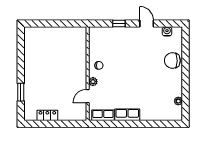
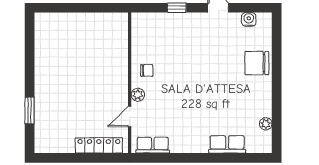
locker: (47, 115) -> (99, 145), moved, width x1.53
row of seats: (127, 115) -> (227, 144), moved

